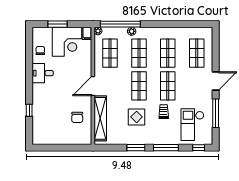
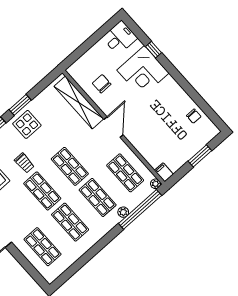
corner desk: (67, 42) -> (143, 72), moved, turned -90
desk: (43, 73) -> (120, 38), moved
display table: (137, 117) -> (27, 124), moved

